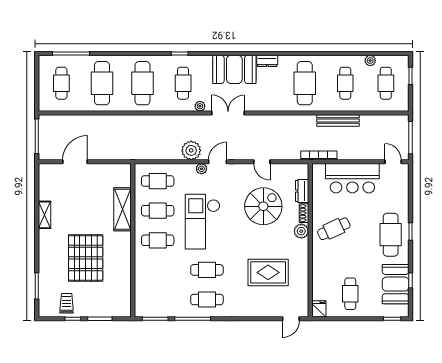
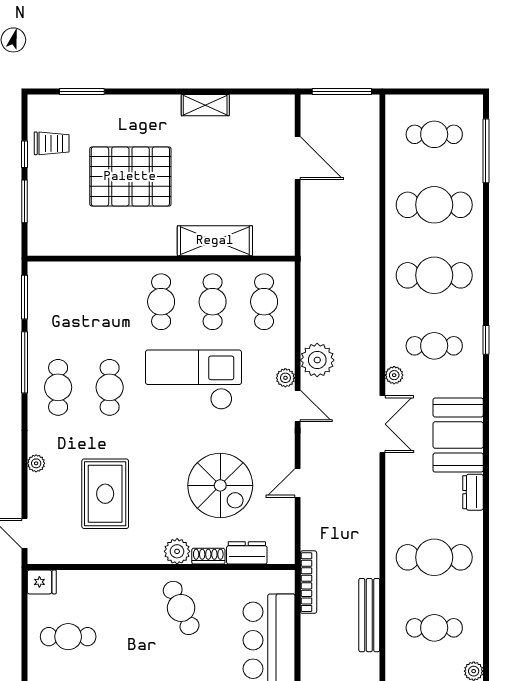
plant: (251, 312) -> (36, 463), added

